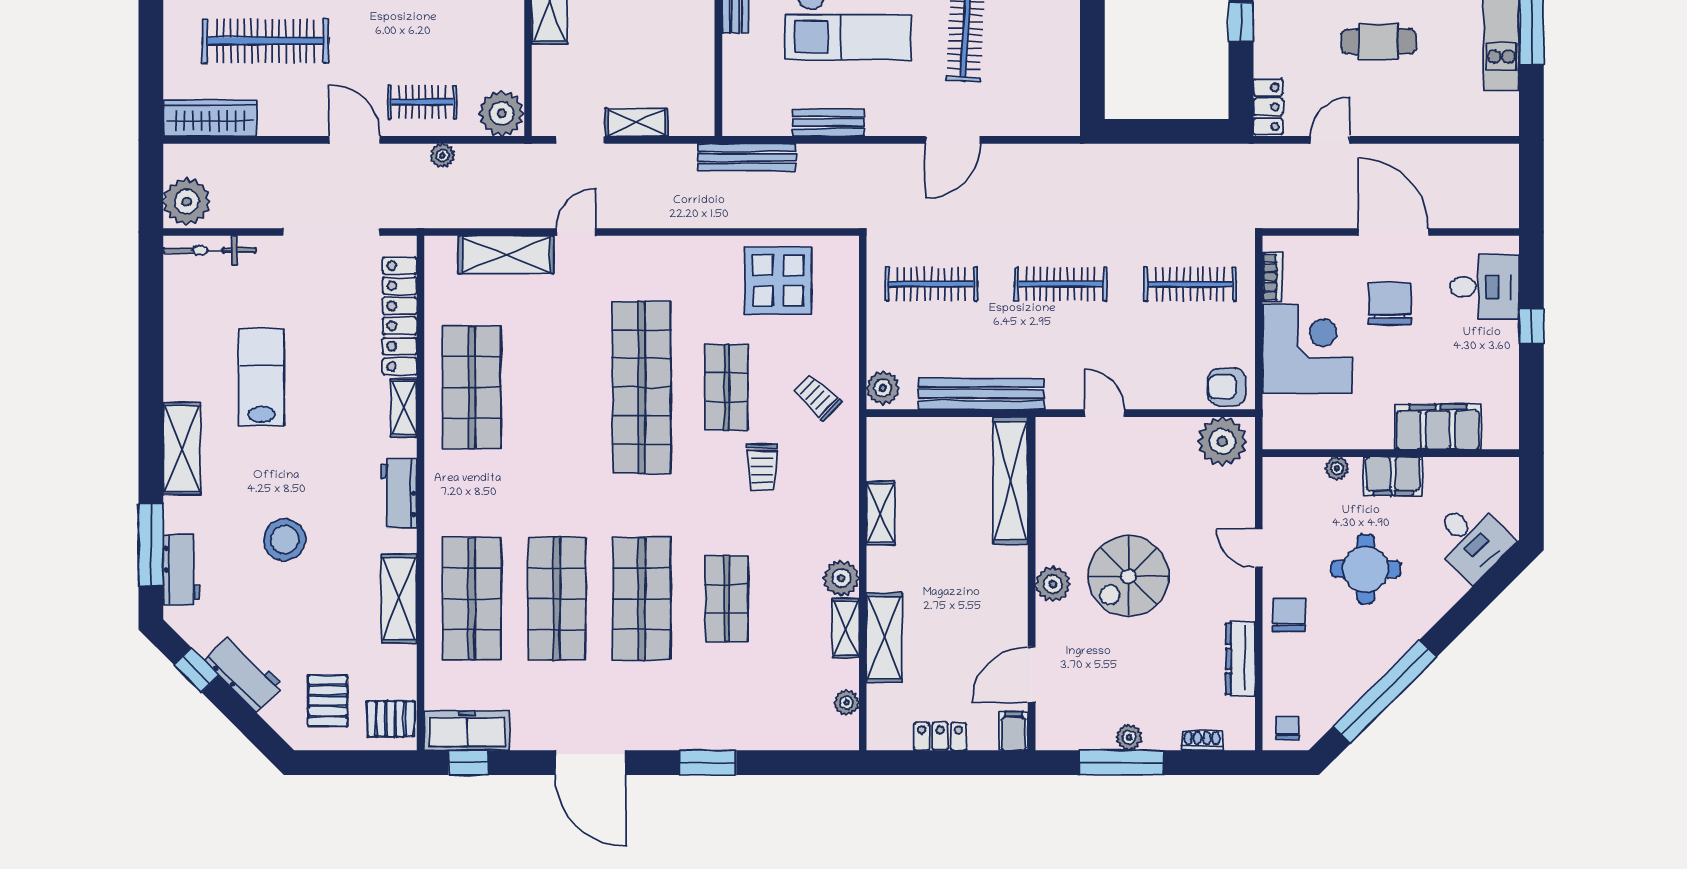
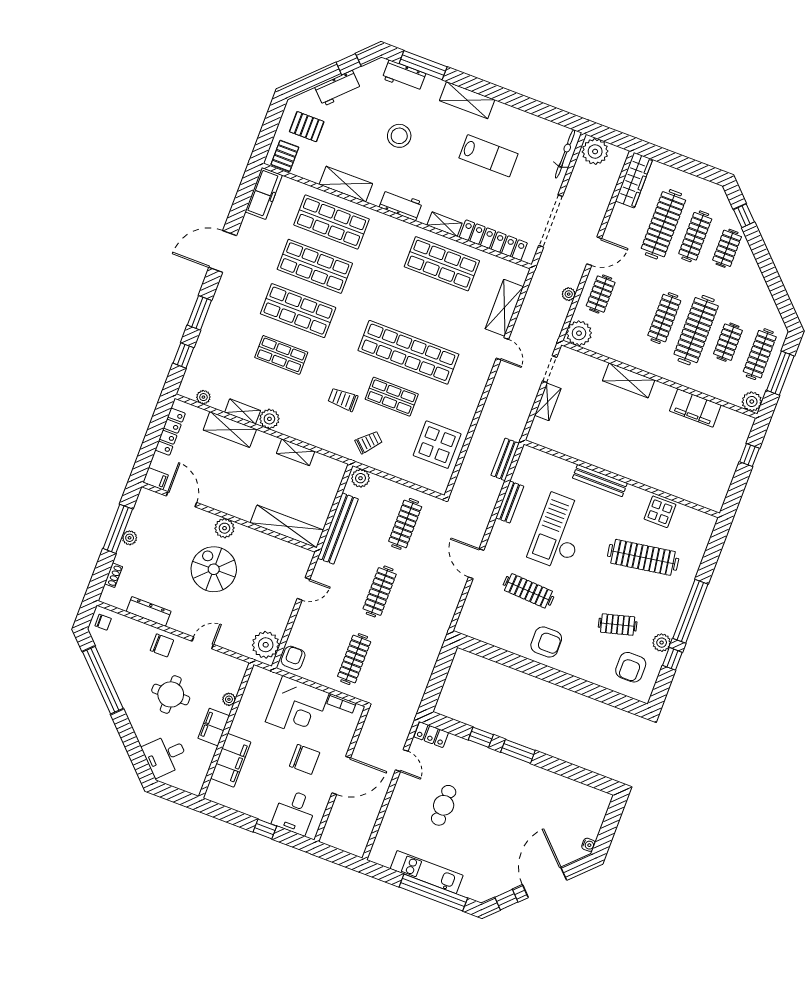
bench: (747, 157) -> (505, 459), width x0.73
locker: (940, 736) -> (170, 432), width x1.53
window: (468, 763) -> (183, 355), moved

